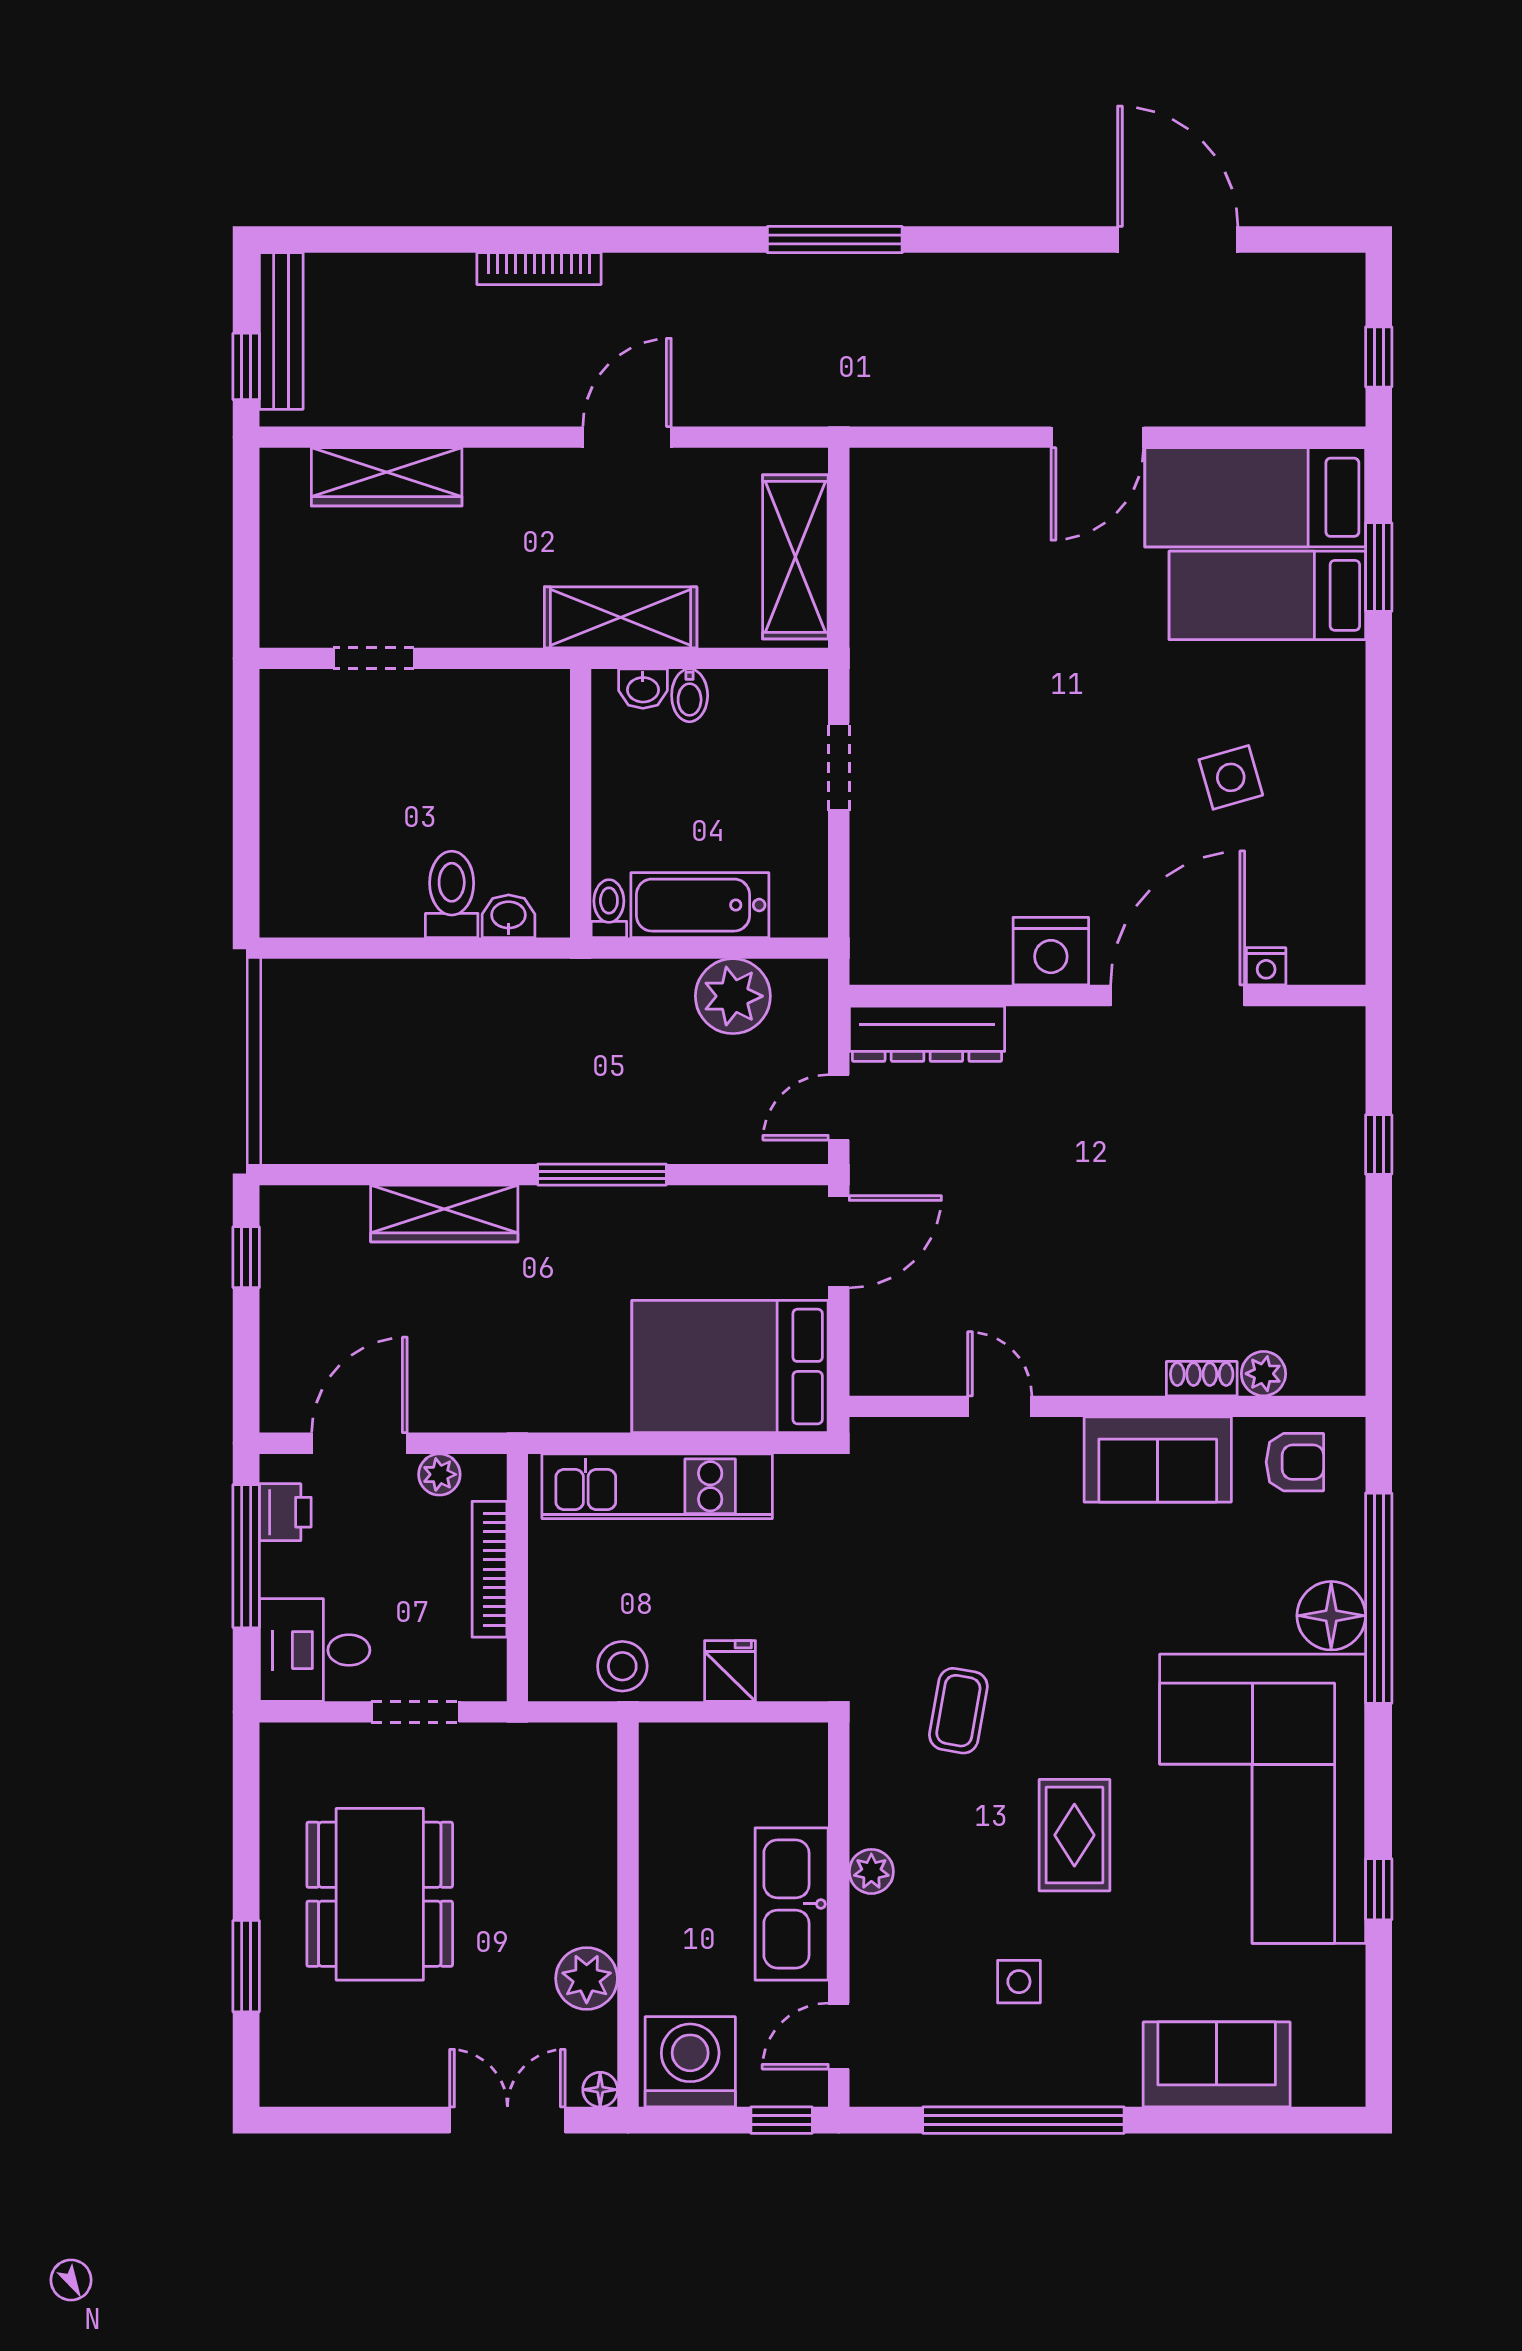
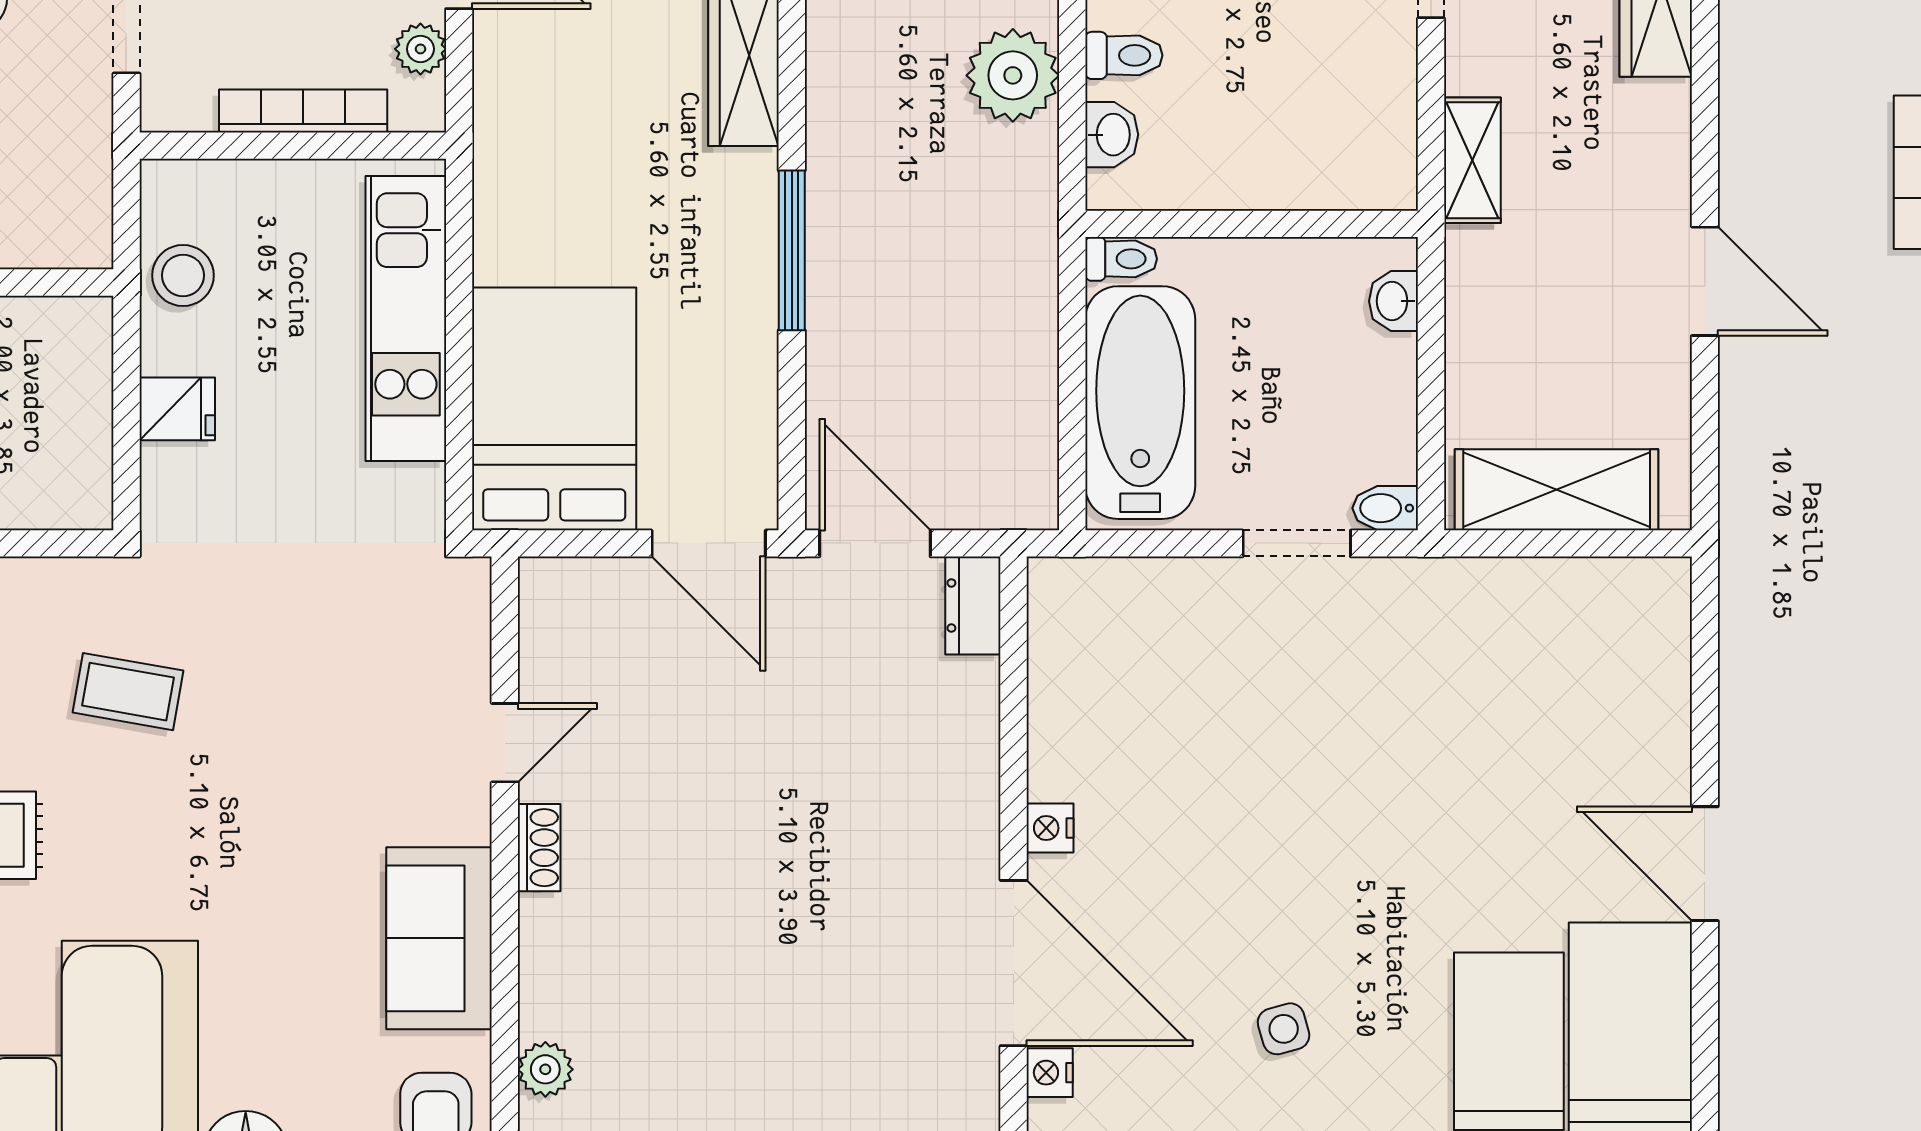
shelving: (621, 617) -> (1472, 160), moved, width x0.67, depth x0.75
bidet: (690, 695) -> (1385, 508), moved
side table: (1231, 777) -> (1284, 1029), width x0.73, depth x0.73
toilet: (452, 894) -> (1124, 55), width x0.73, depth x0.72
bathtub: (700, 905) -> (1140, 403), width x1.36, depth x1.36
nightstand: (1051, 951) -> (1050, 828), width x0.53, depth x0.56
plant: (733, 996) -> (1013, 75), moved
dresser: (927, 1034) -> (973, 606), width x0.51, depth x0.80
door: (839, 1107) -> (875, 543), width x1.38
shoe rack: (1202, 1379) -> (539, 848), moved

